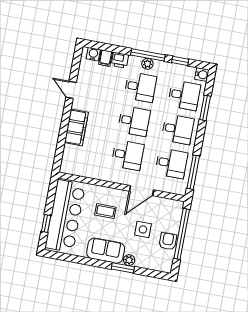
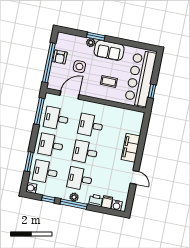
door: (141, 191) -> (69, 95), moved
window: (46, 223) -> (152, 91), moved

